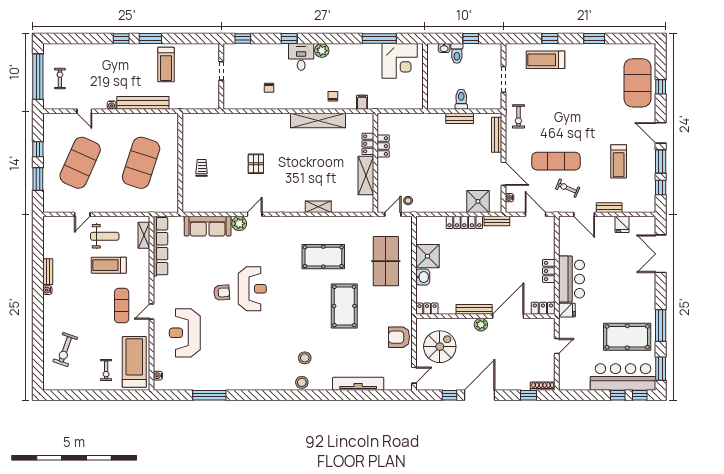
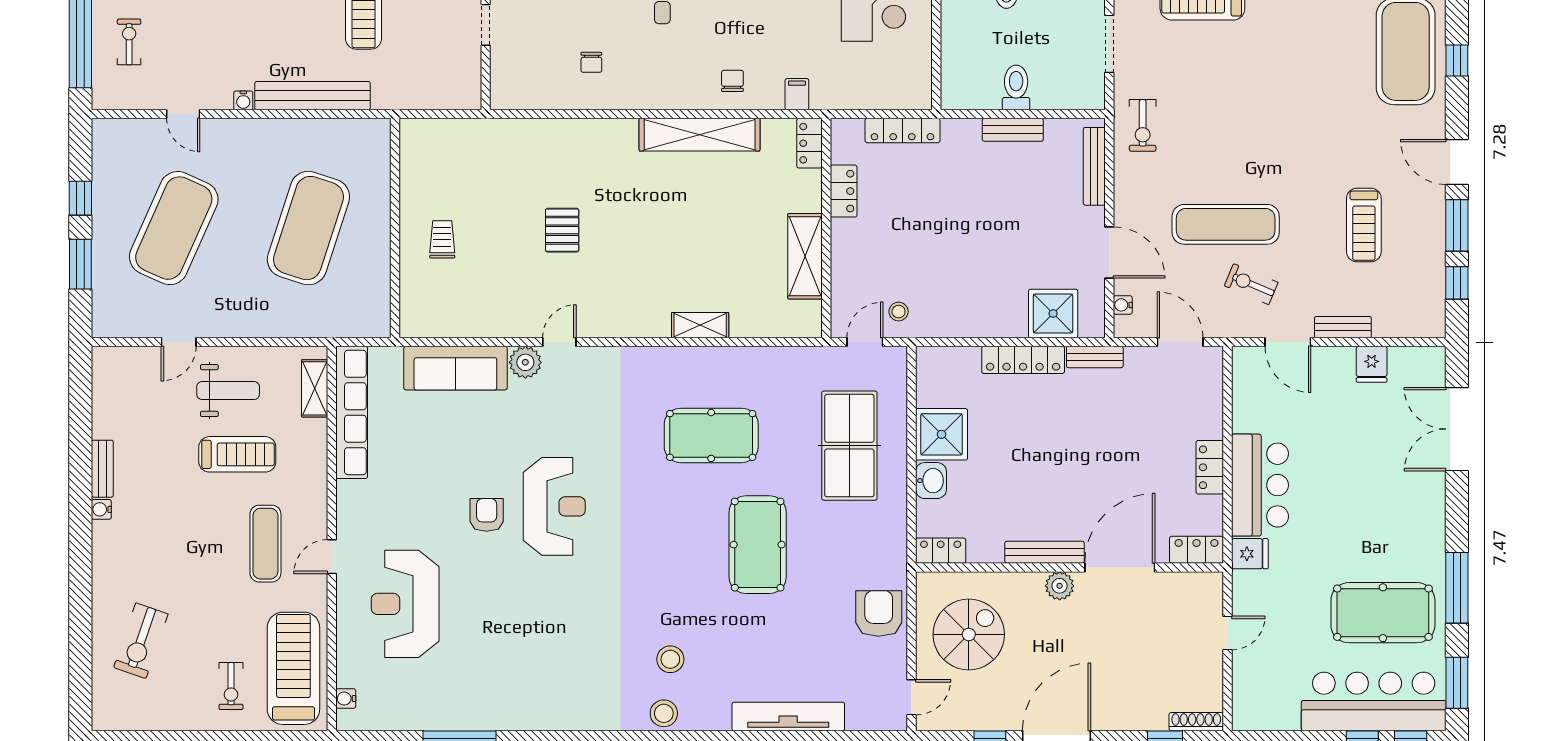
locker: (410, 119) -> (902, 131), added
locker: (368, 144) -> (810, 143), moved
treadmill: (109, 265) -> (237, 454), turned 180
armchair: (222, 293) -> (487, 515), turned -86
armchair: (399, 337) -> (879, 613), turned 90

